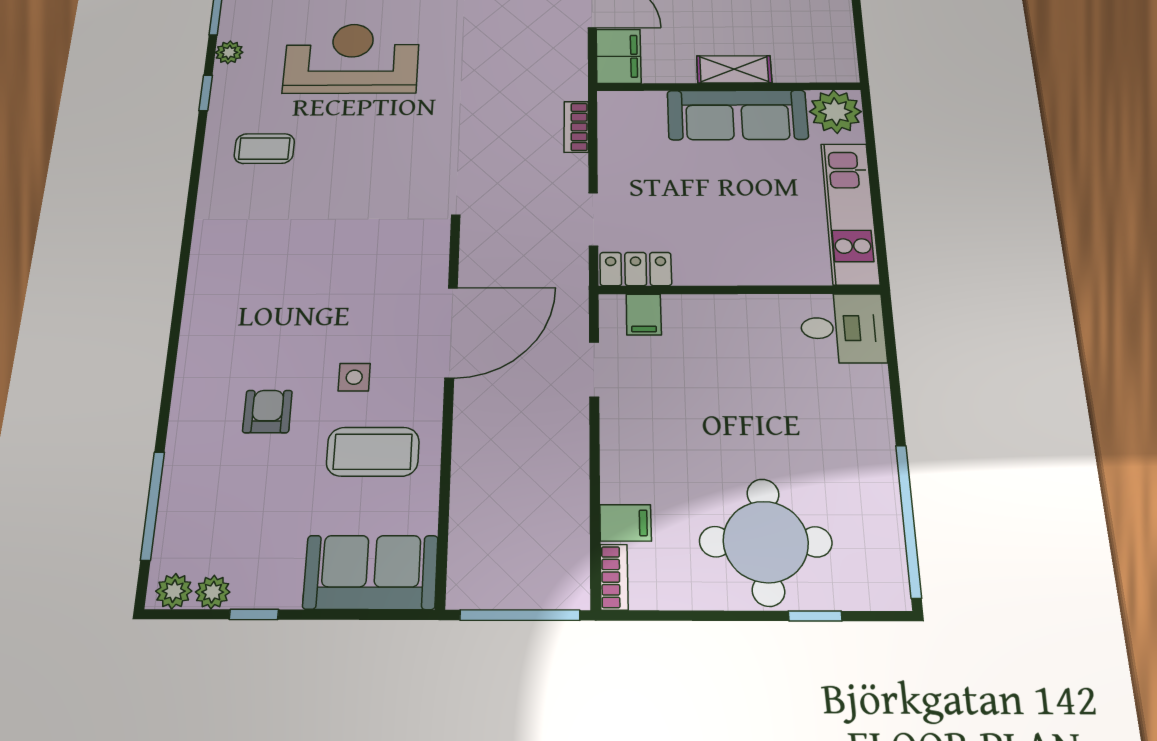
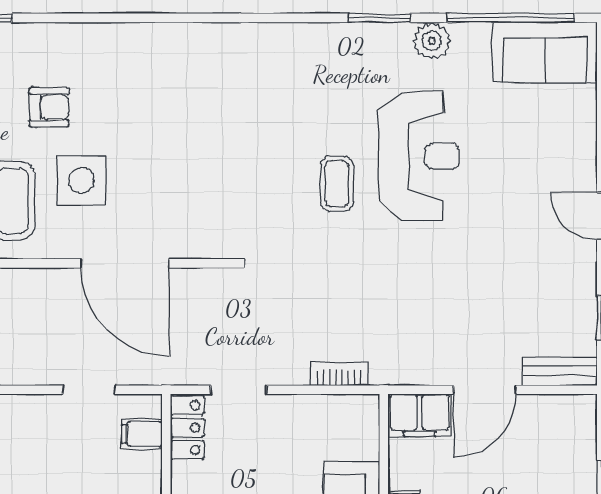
plant: (229, 52) -> (432, 41), width x1.38, depth x1.38
window: (206, 93) -> (379, 18), width x1.50
coffee table: (264, 149) -> (337, 184), moved
side table: (354, 377) -> (81, 180), width x1.87, depth x1.87

